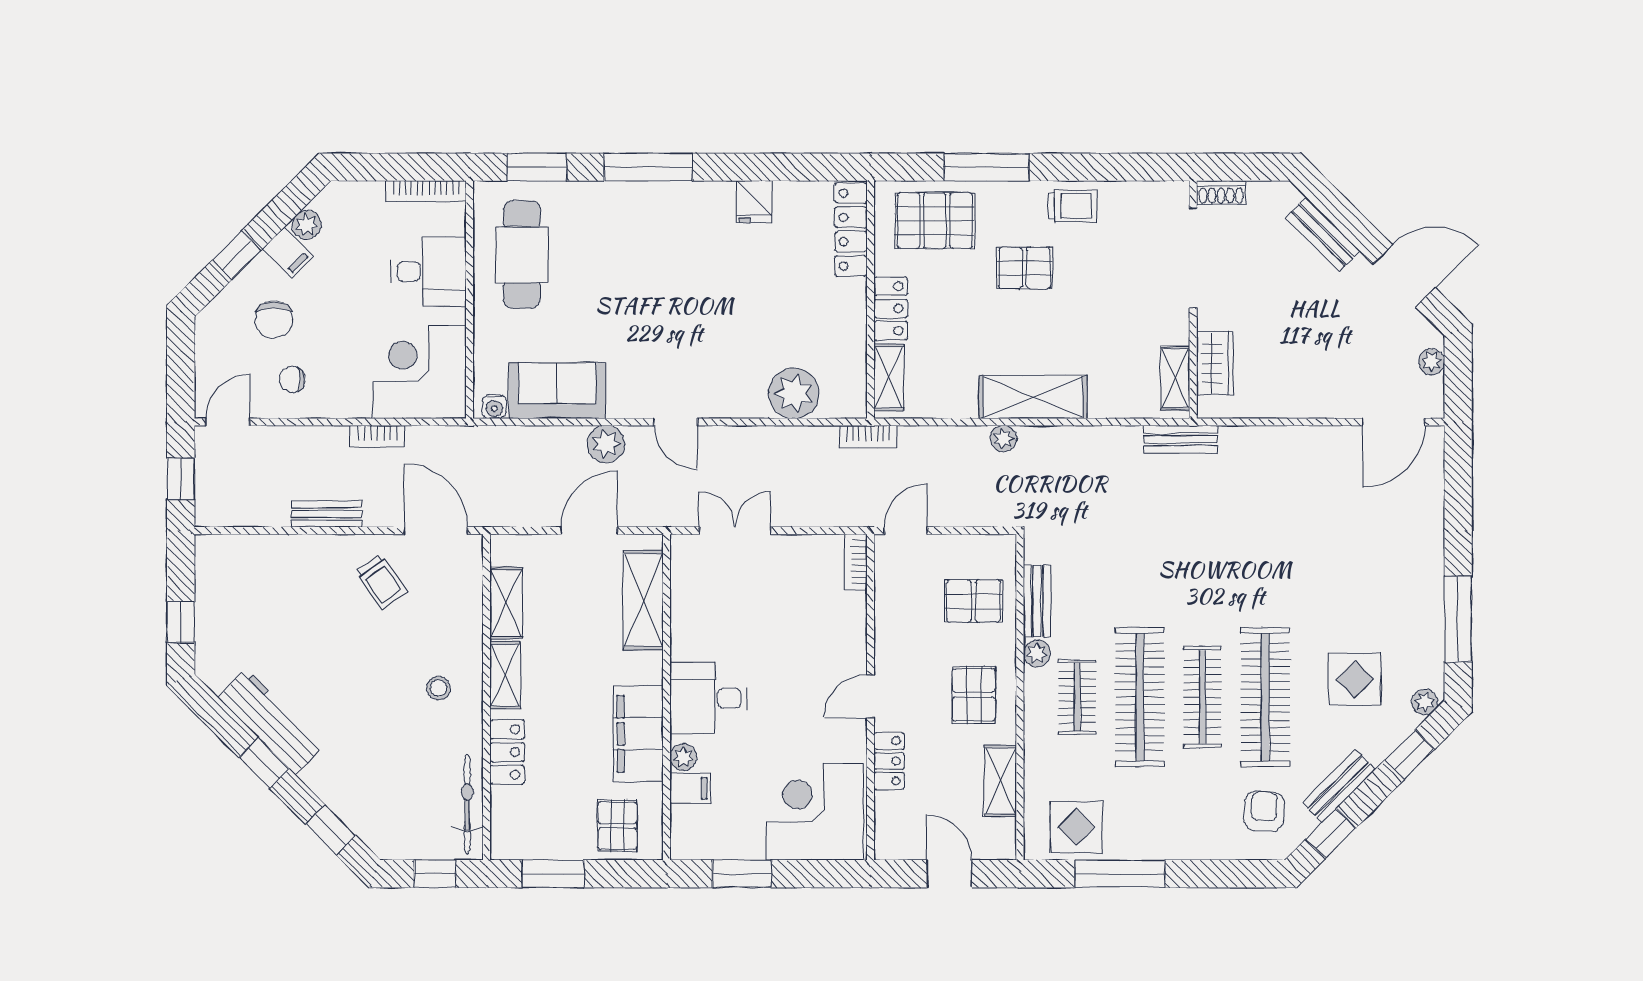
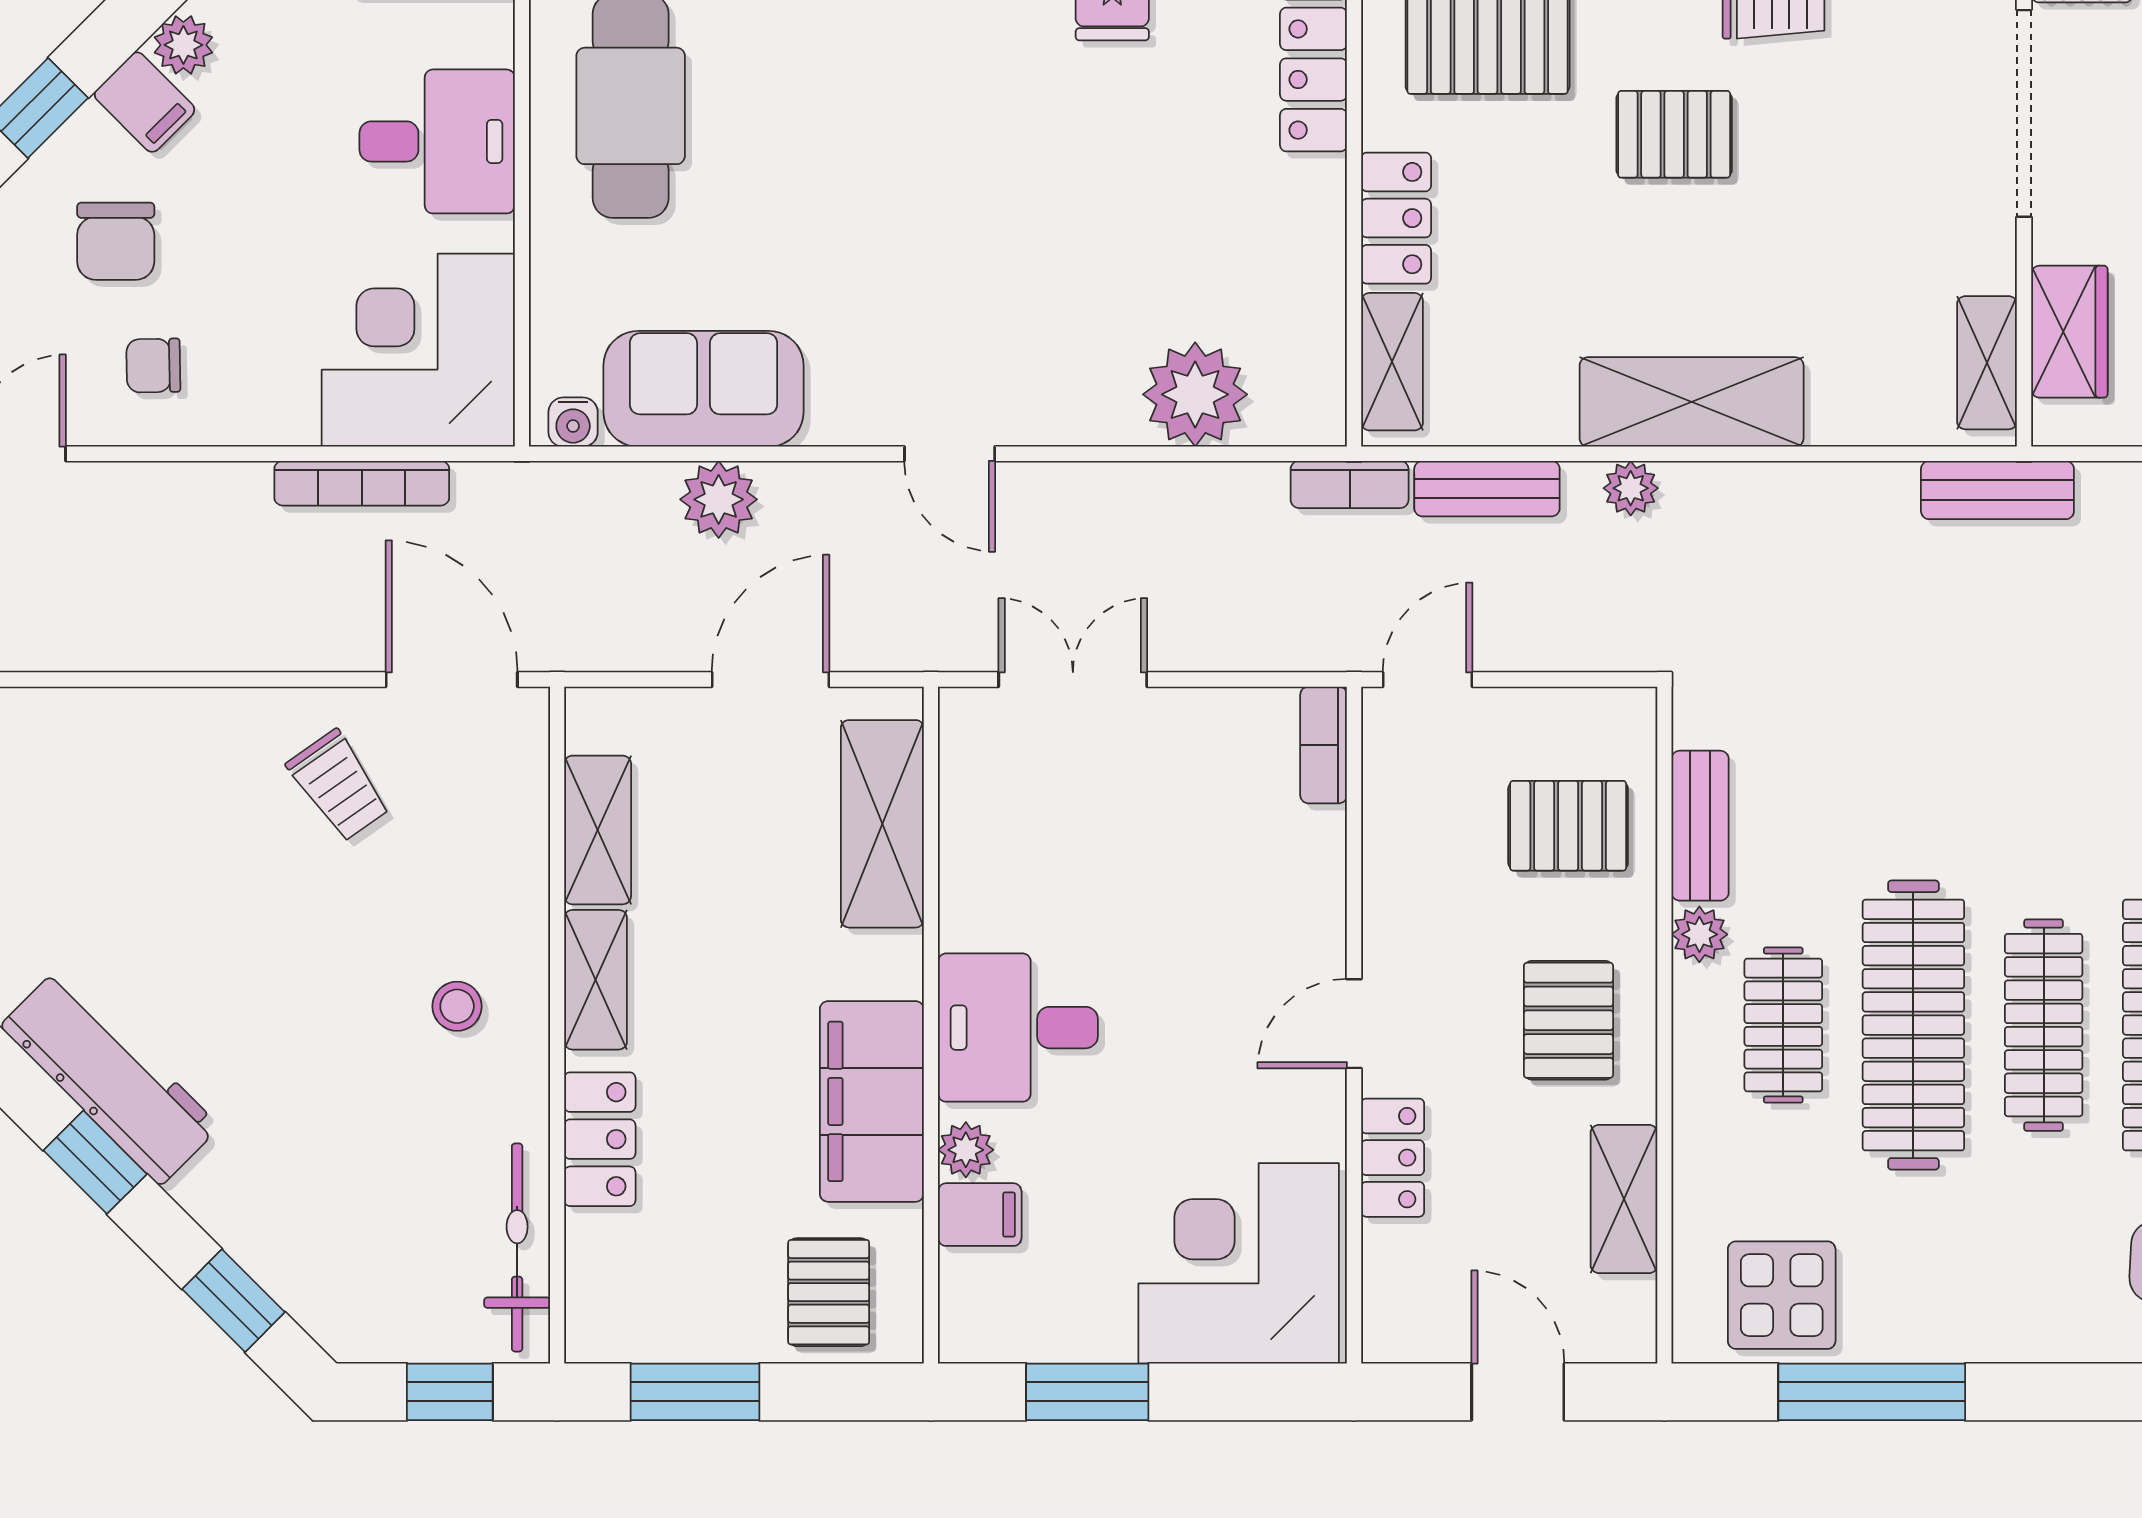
bookcase: (377, 436) -> (362, 483), width x1.56
plant: (606, 444) -> (719, 499), moved
bench: (327, 514) -> (1487, 489), moved

